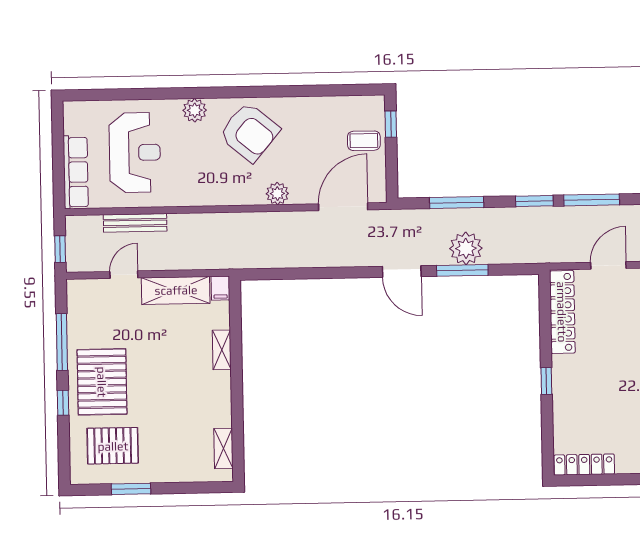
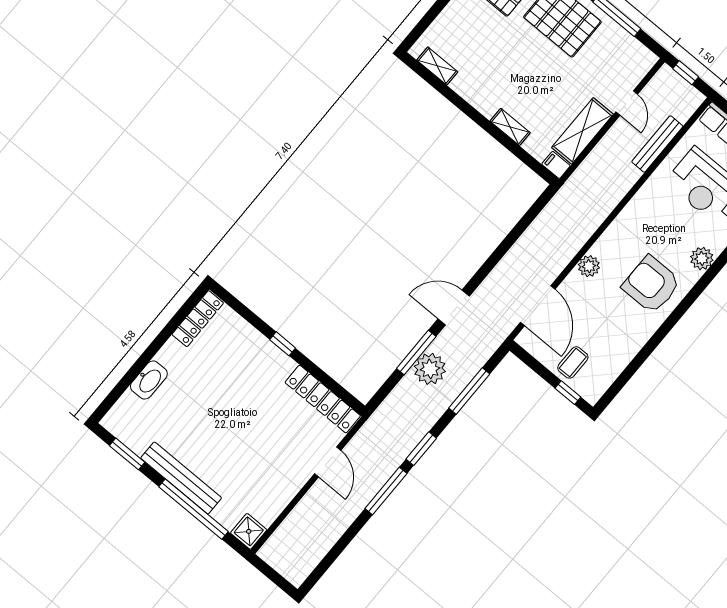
armchair: (249, 132) -> (651, 284), turned 50

